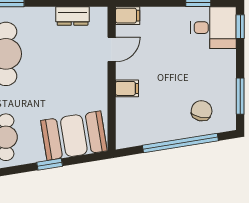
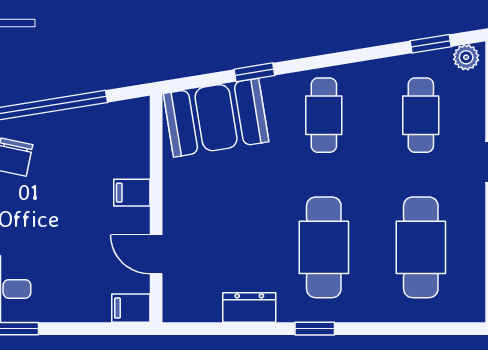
dresser: (73, 16) -> (249, 307), moved
door: (112, 49) -> (156, 254), hinge flipped

